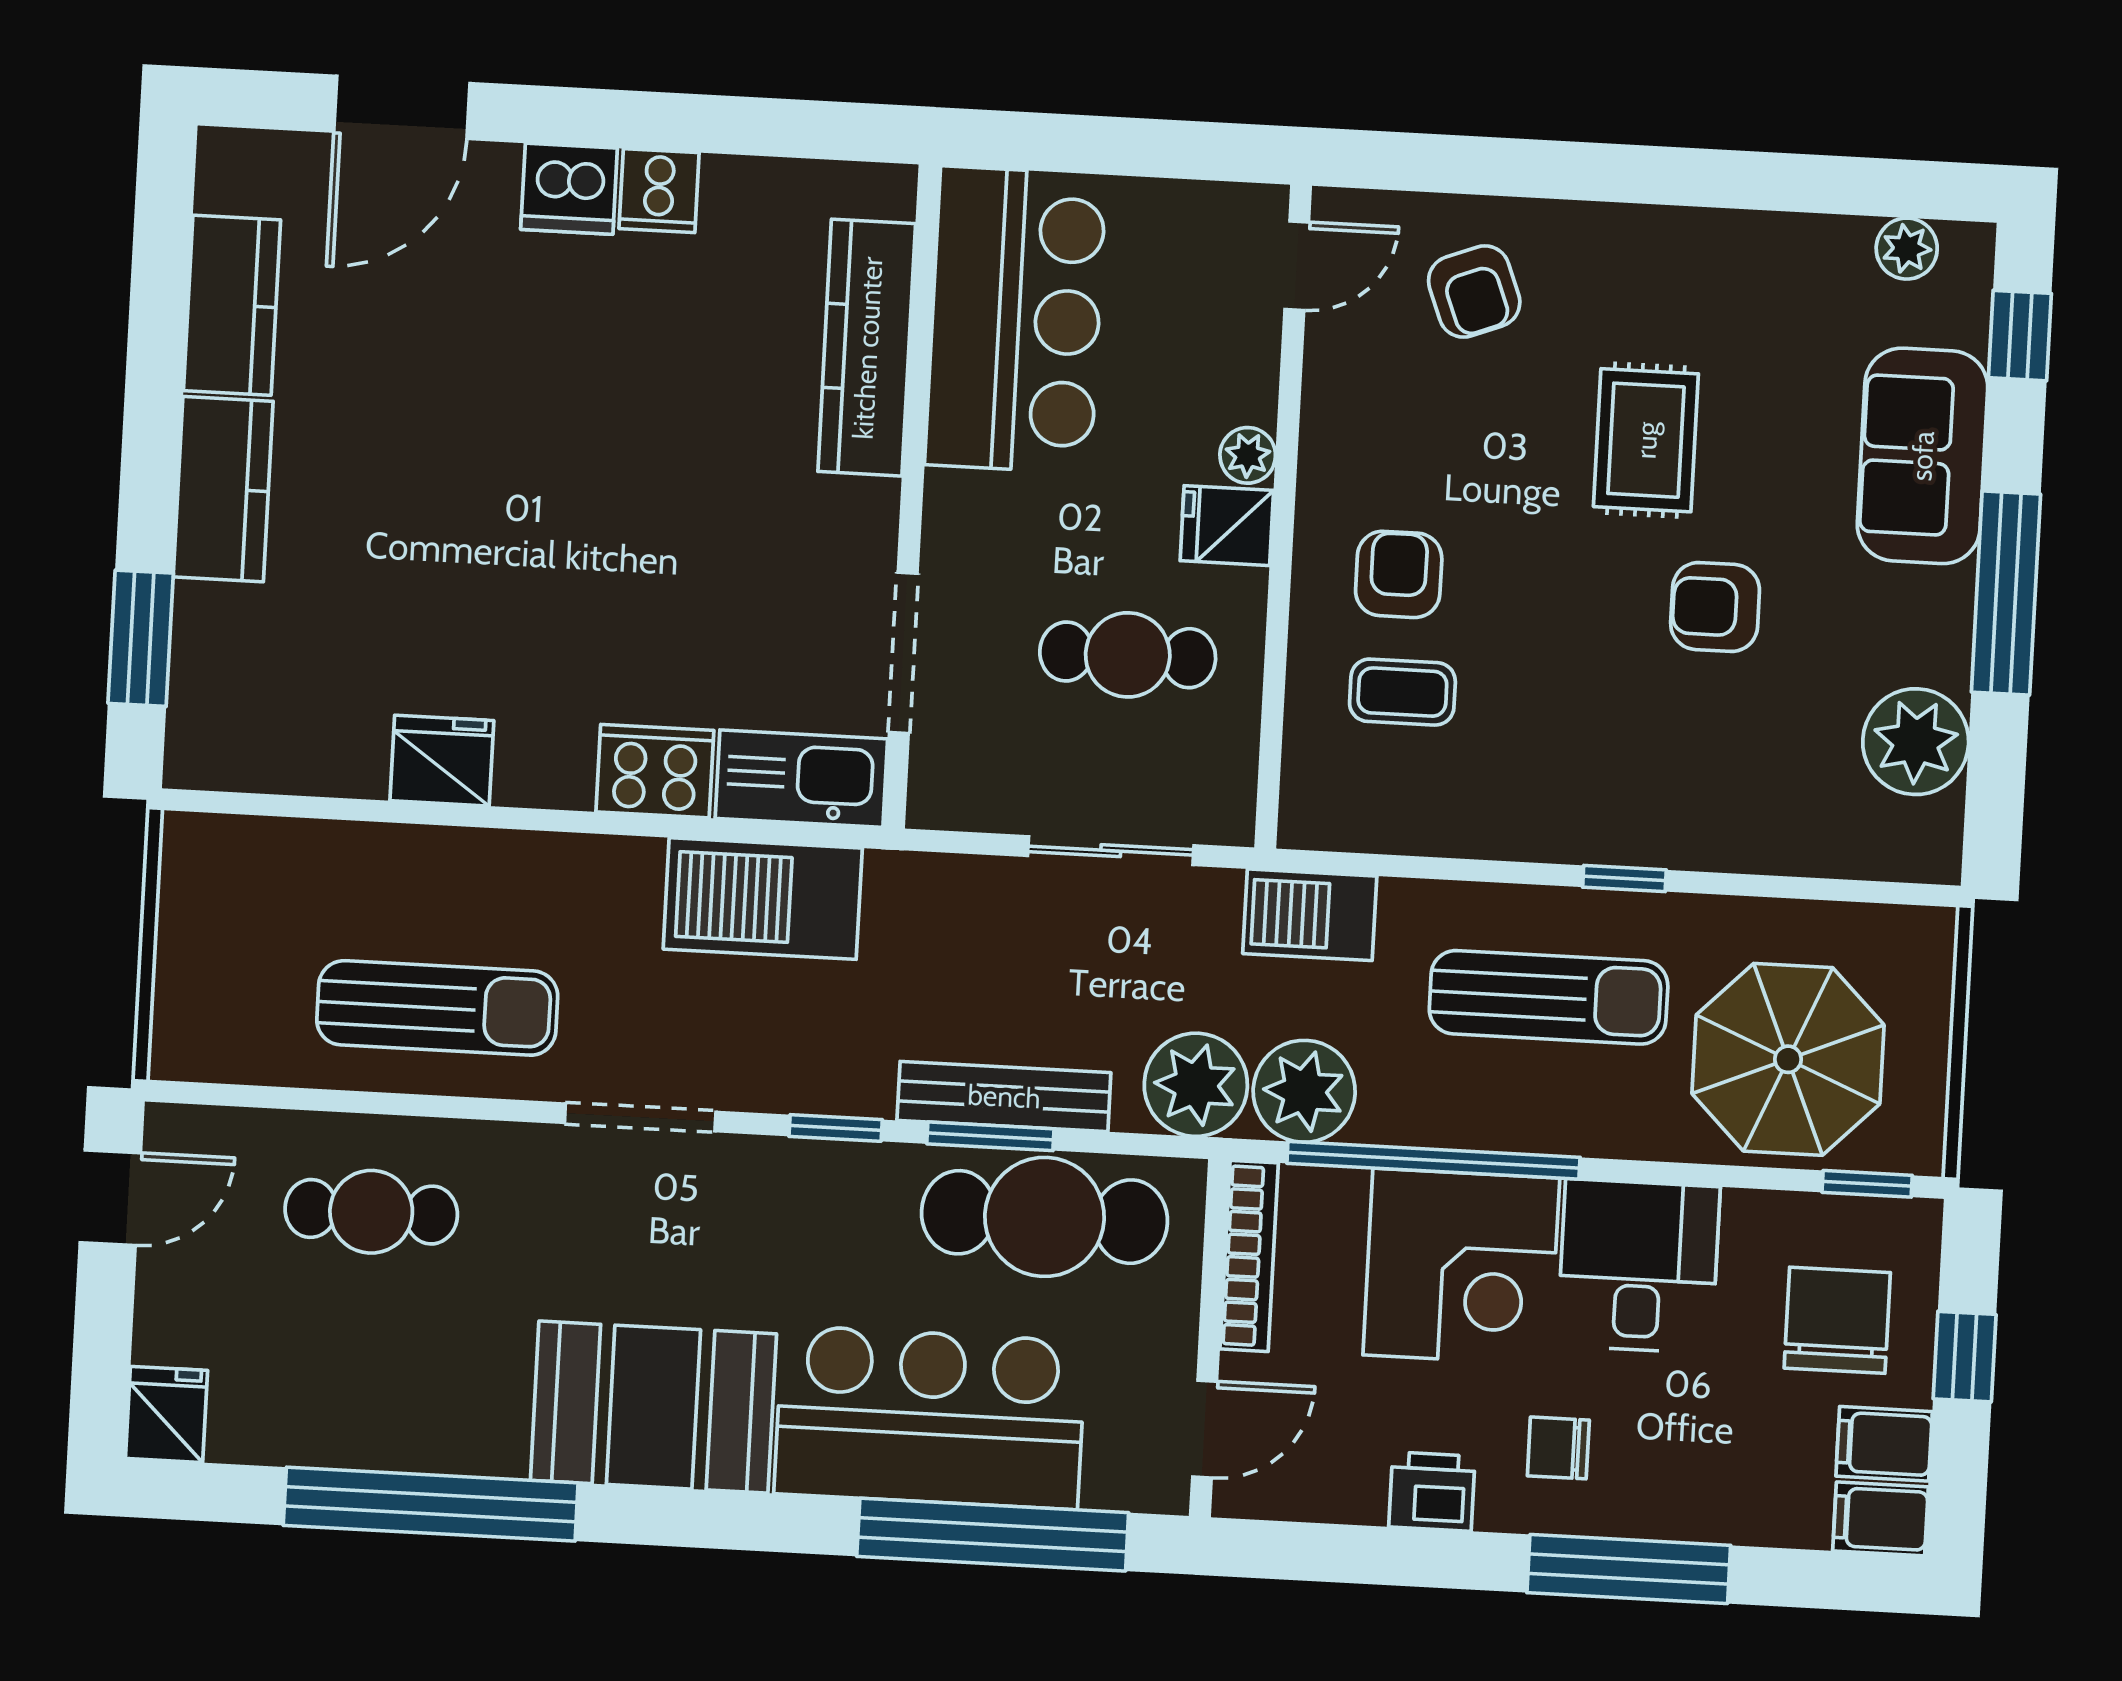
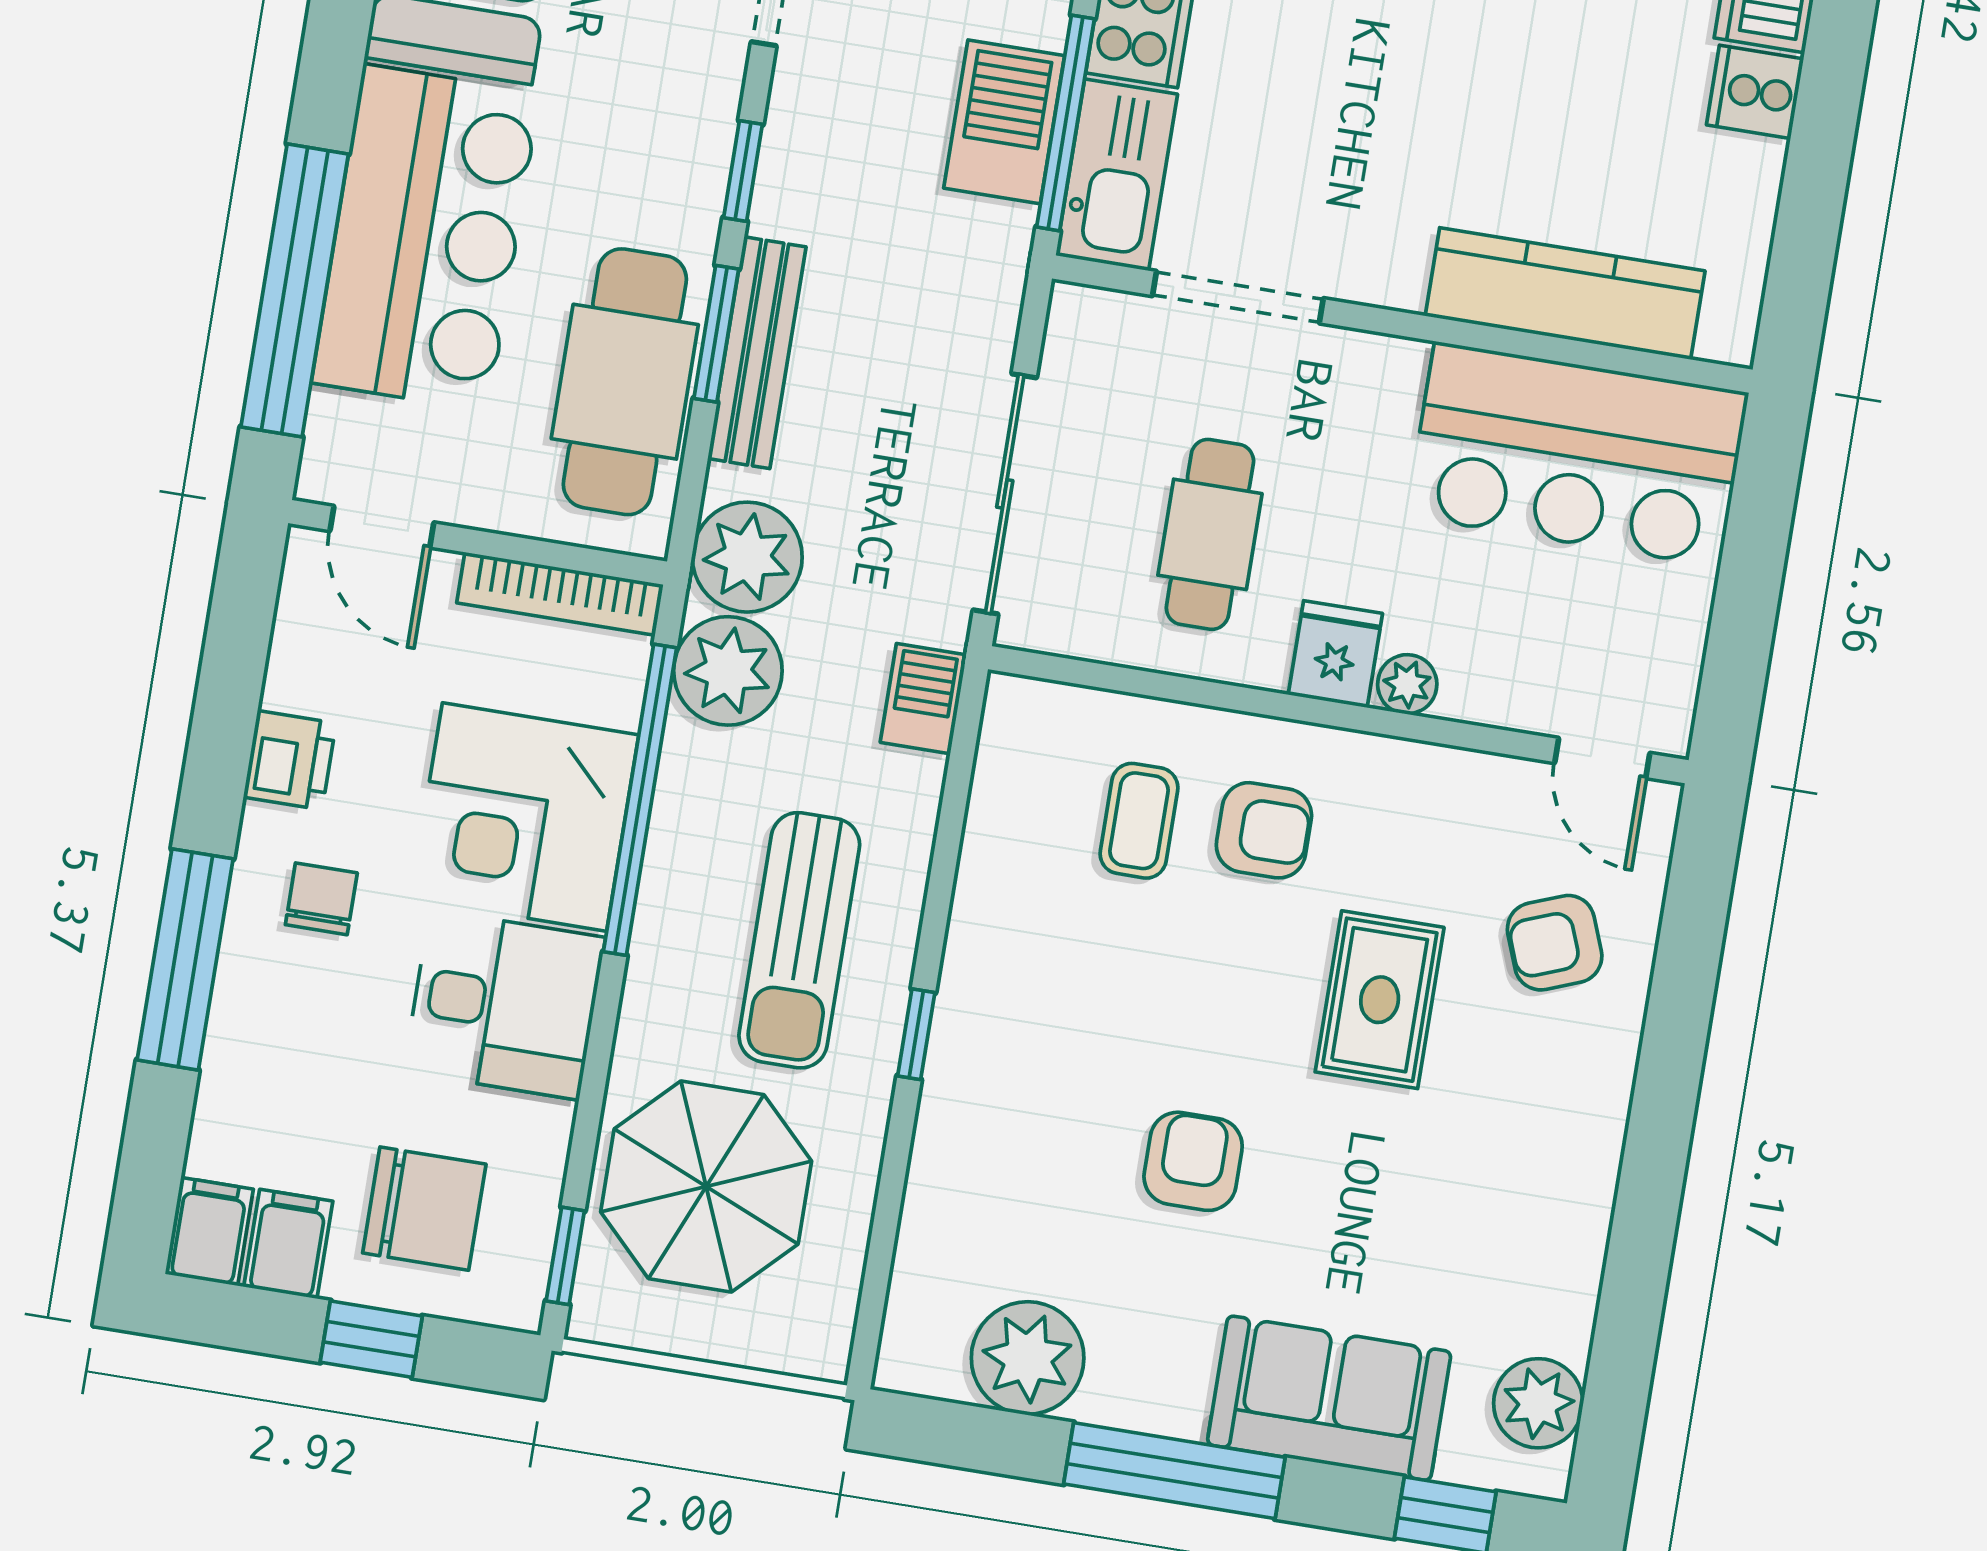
plant: (1907, 249) -> (1538, 1403), width x1.38, depth x1.38
rug: (1646, 440) -> (1380, 1000), moved, turned 90
window: (758, 832) -> (1066, 123), added
sliding door: (1111, 851) -> (1005, 494), width x1.37
barbecue: (763, 899) -> (1004, 122), width x0.73, depth x0.83
barbecue: (1310, 915) -> (923, 699), width x0.73, depth x0.79

